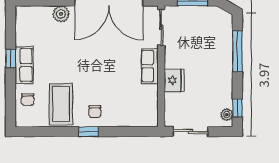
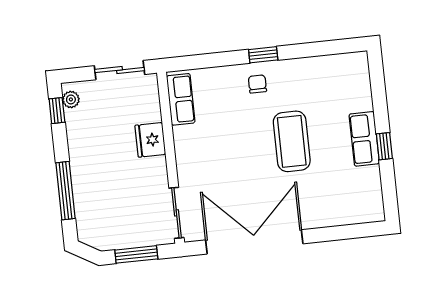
plant: (61, 14) -> (320, 216), removed
row of seats: (150, 66) -> (181, 99), moved
chair: (28, 100) -> (354, 91), removed
coffee table: (61, 104) -> (292, 141), moved

